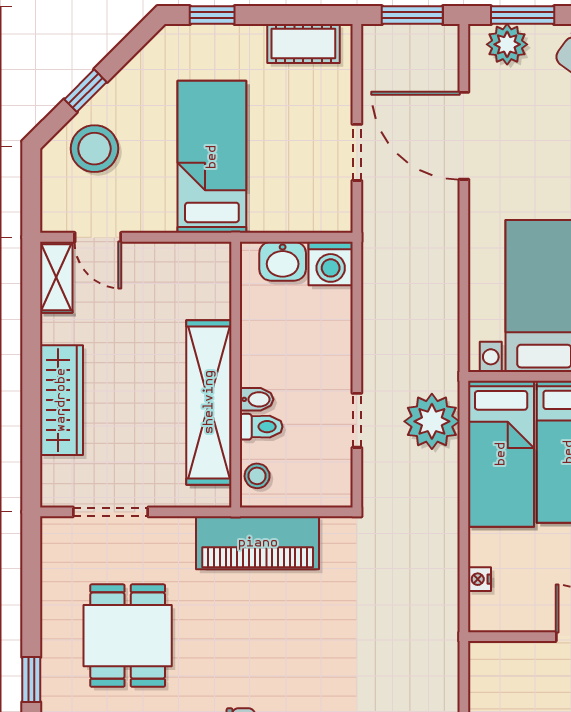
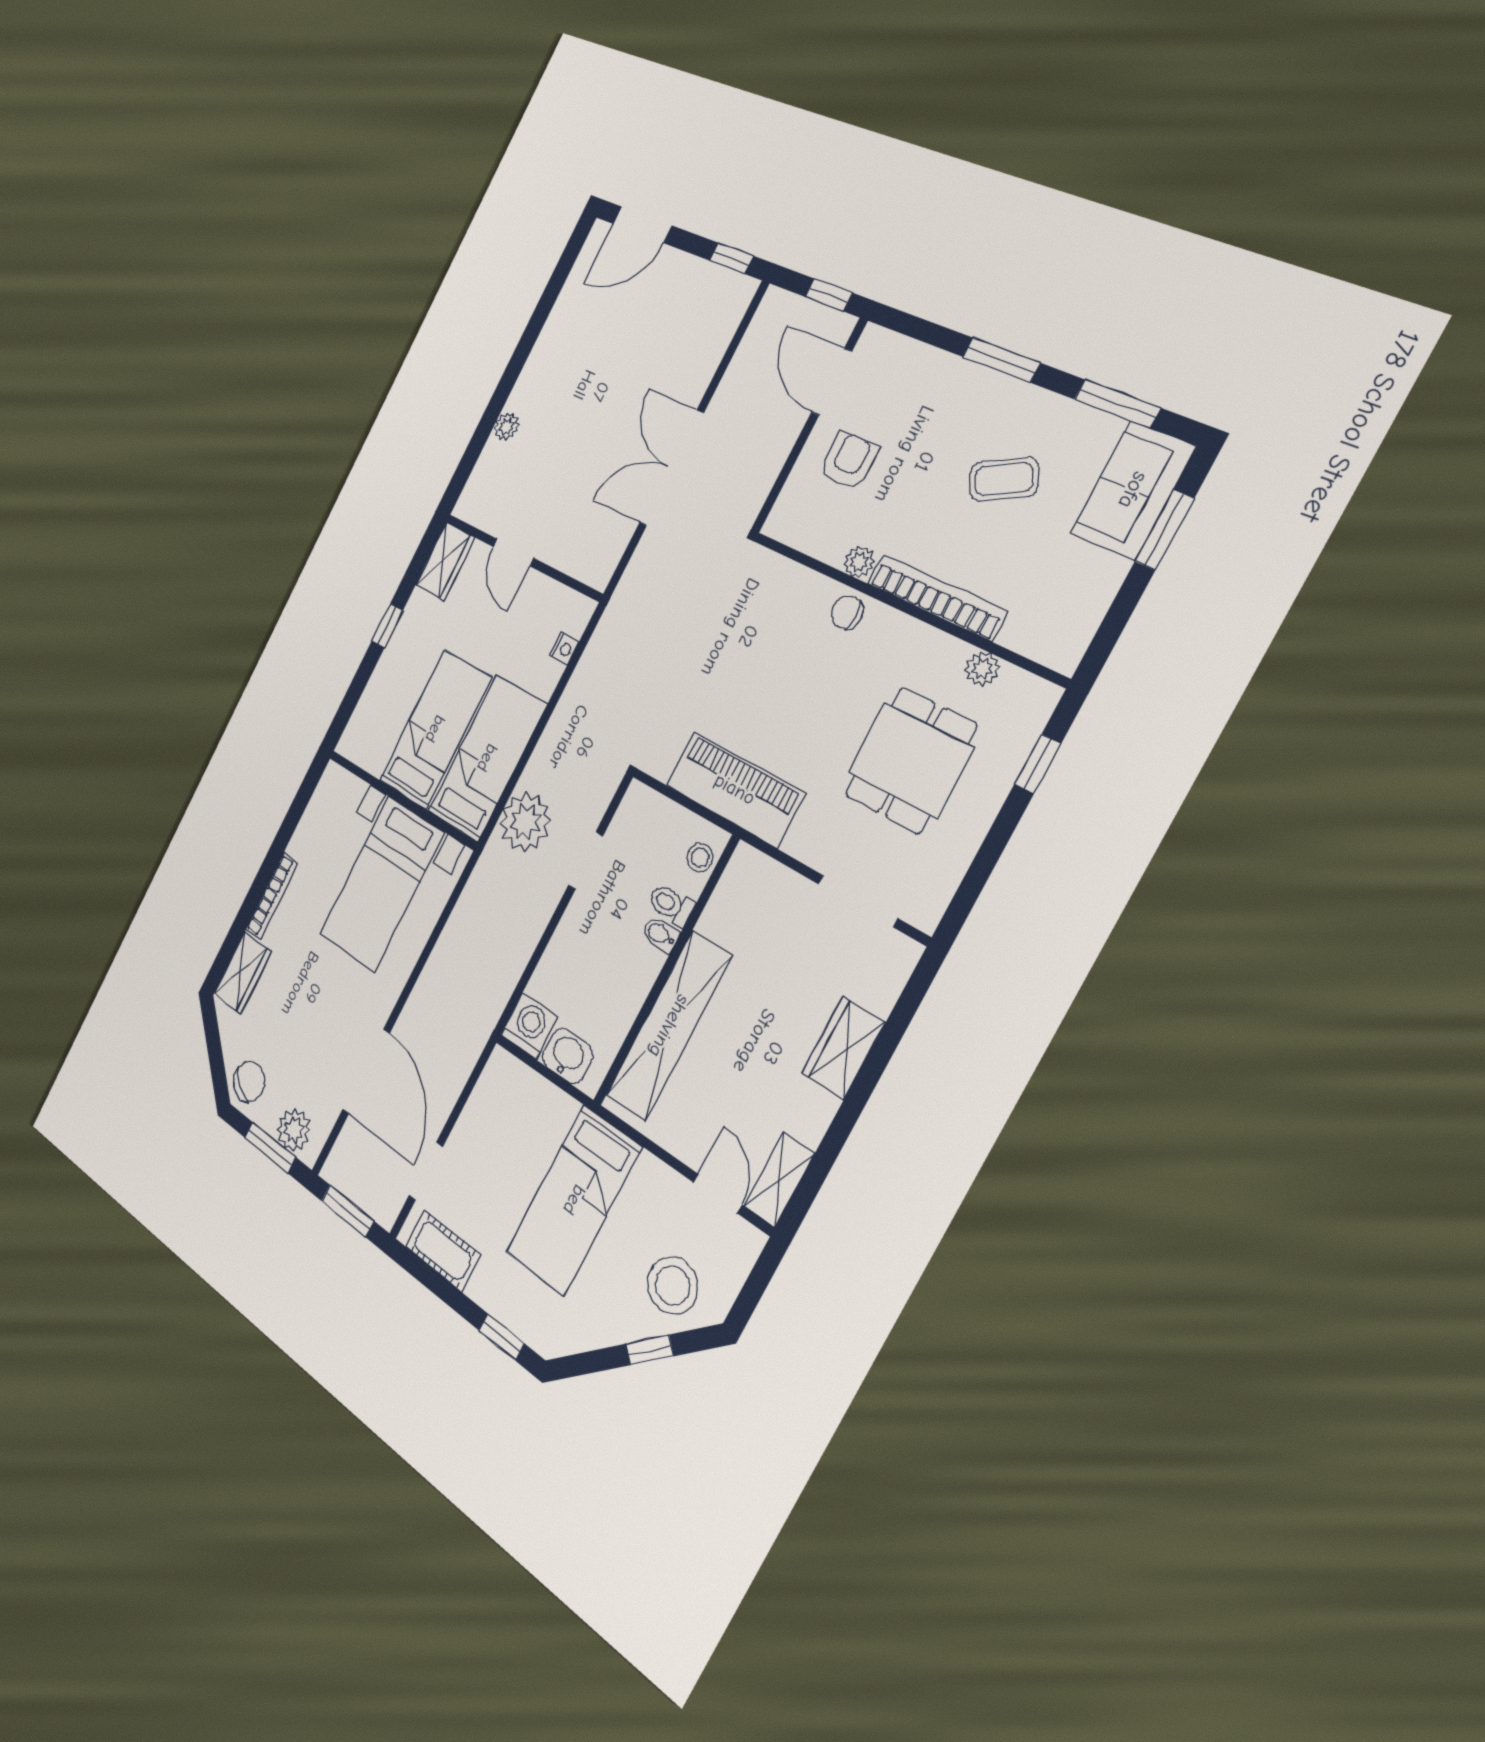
doorway: (357, 152) -> (426, 1171), moved
wardrobe: (61, 400) -> (843, 1048), width x0.67
shelving: (209, 402) -> (669, 1026), moved

